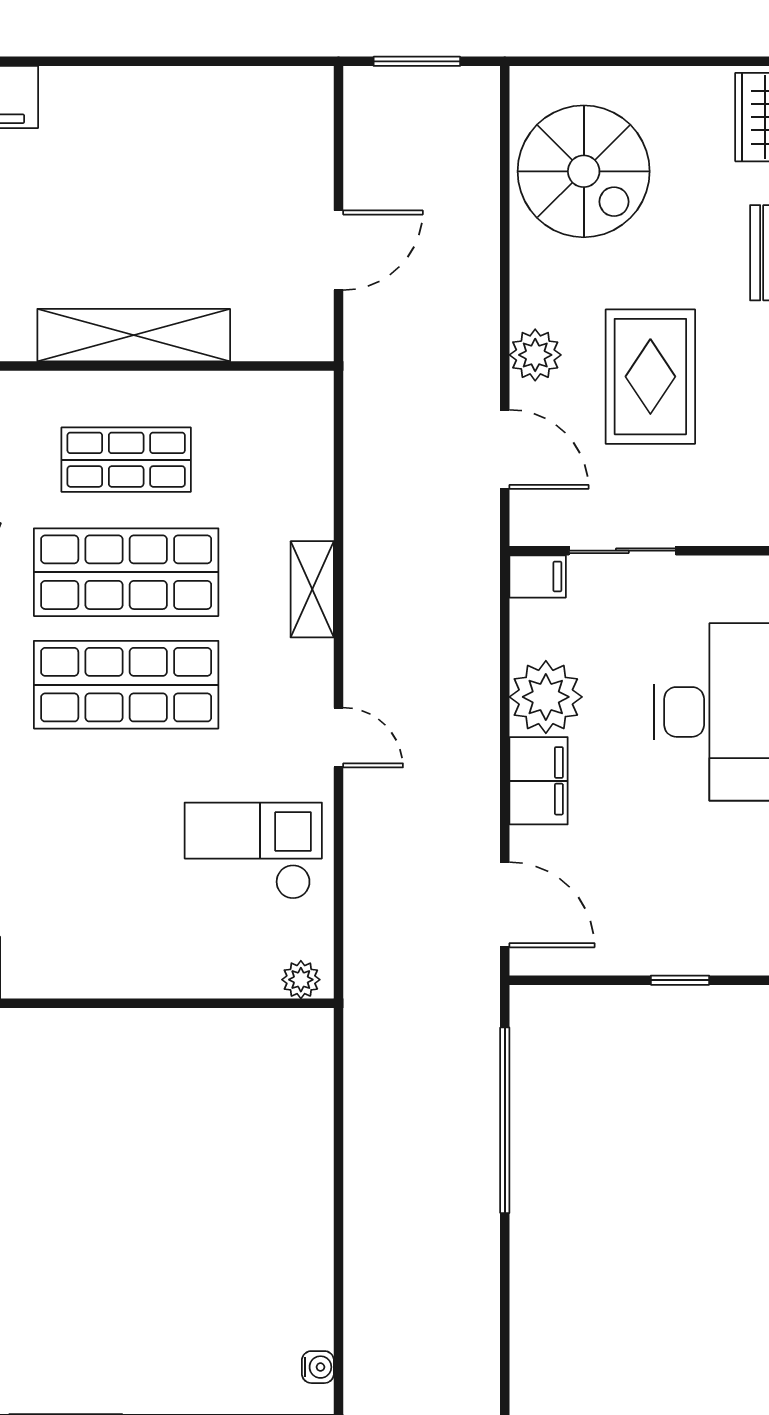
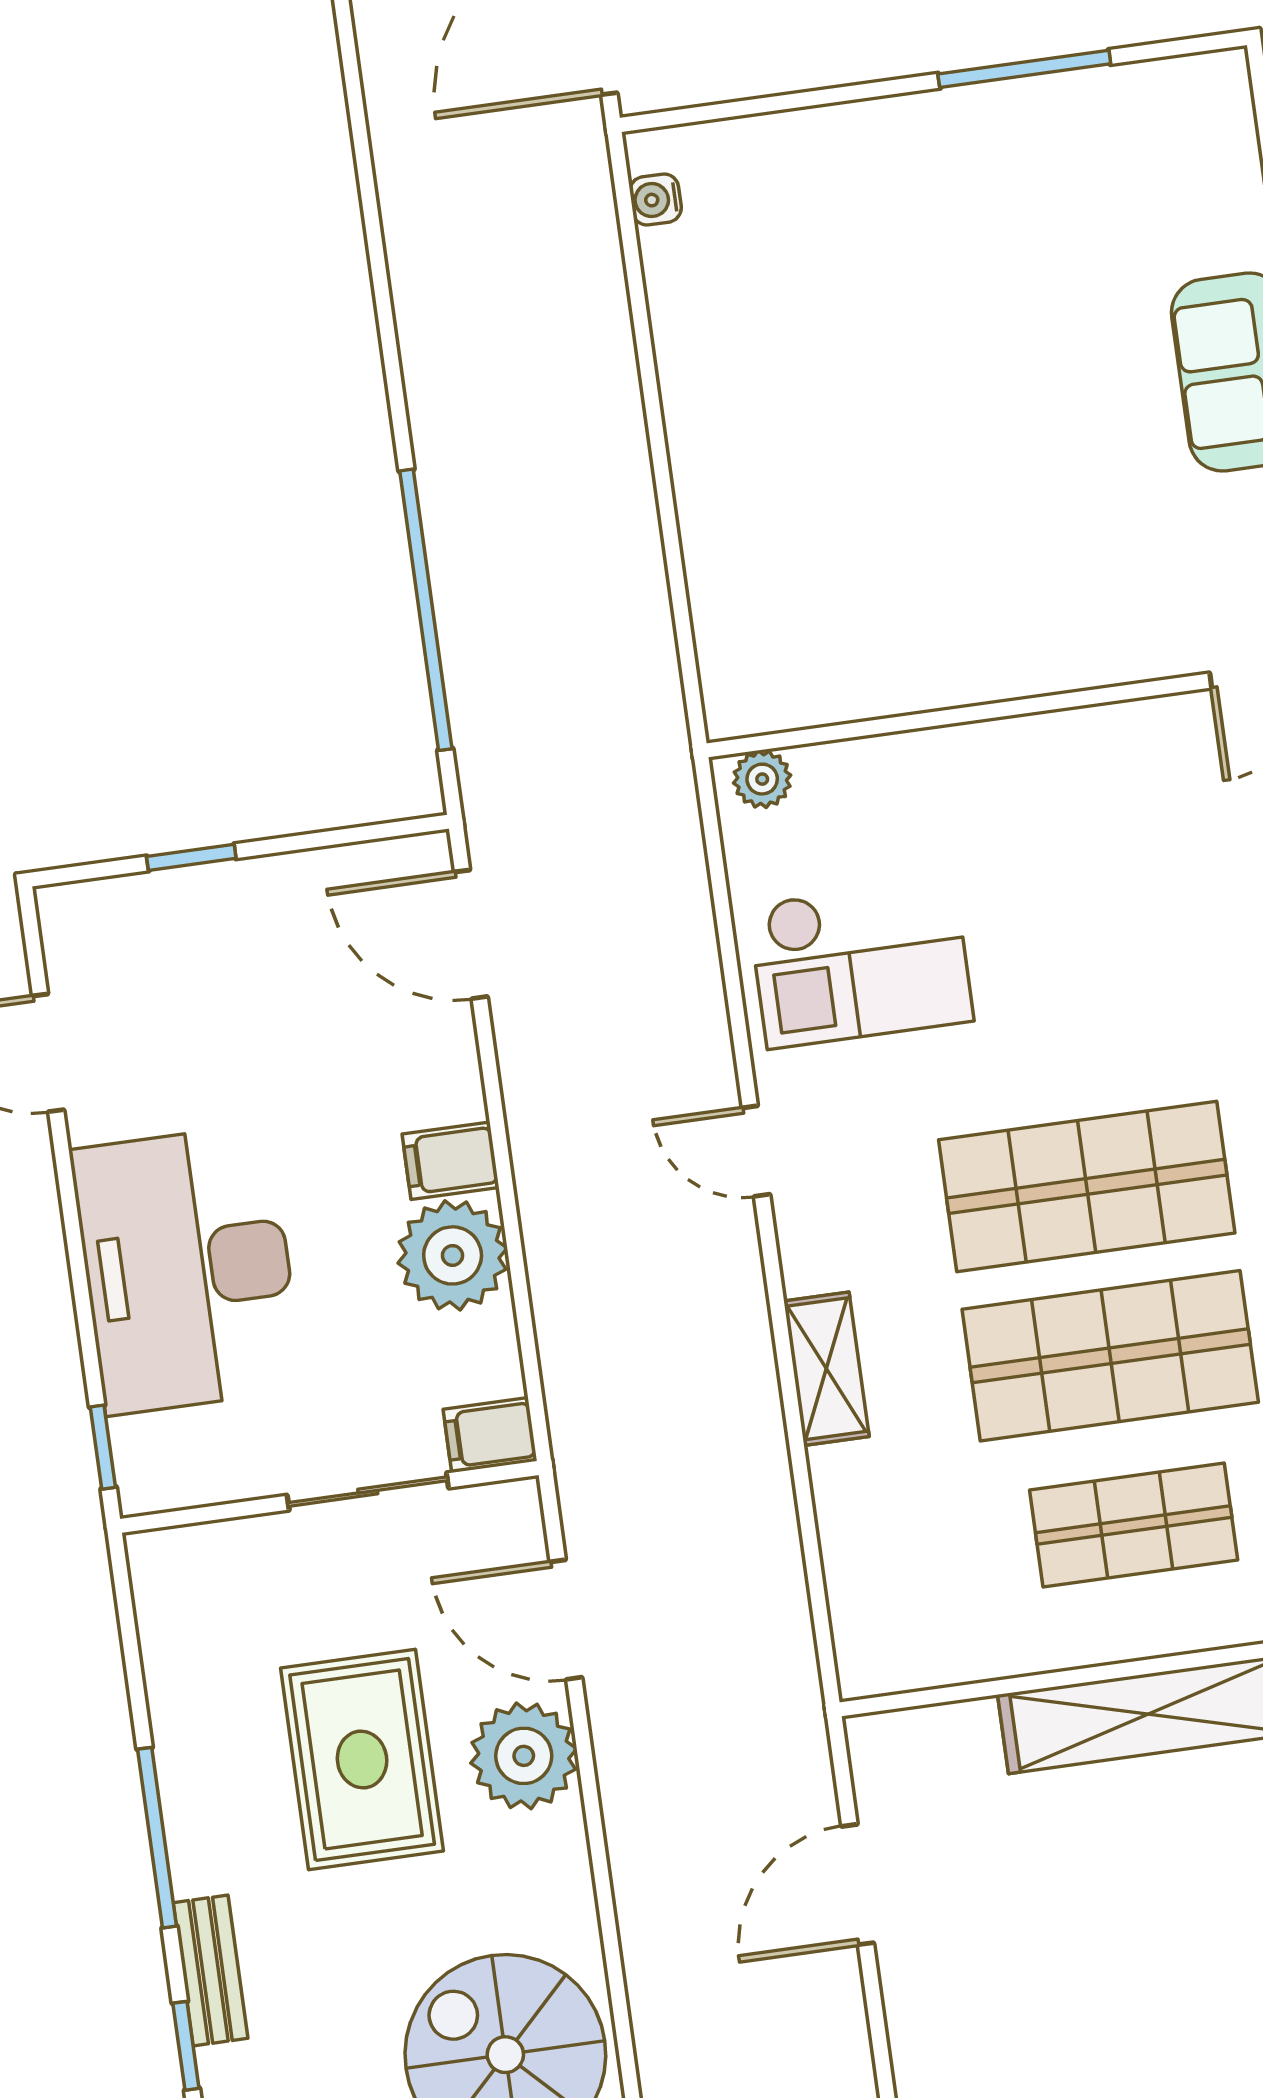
plant: (535, 355) -> (524, 1756), width x1.36, depth x1.36
filing cabinet: (539, 781) -> (451, 1161), width x0.50

